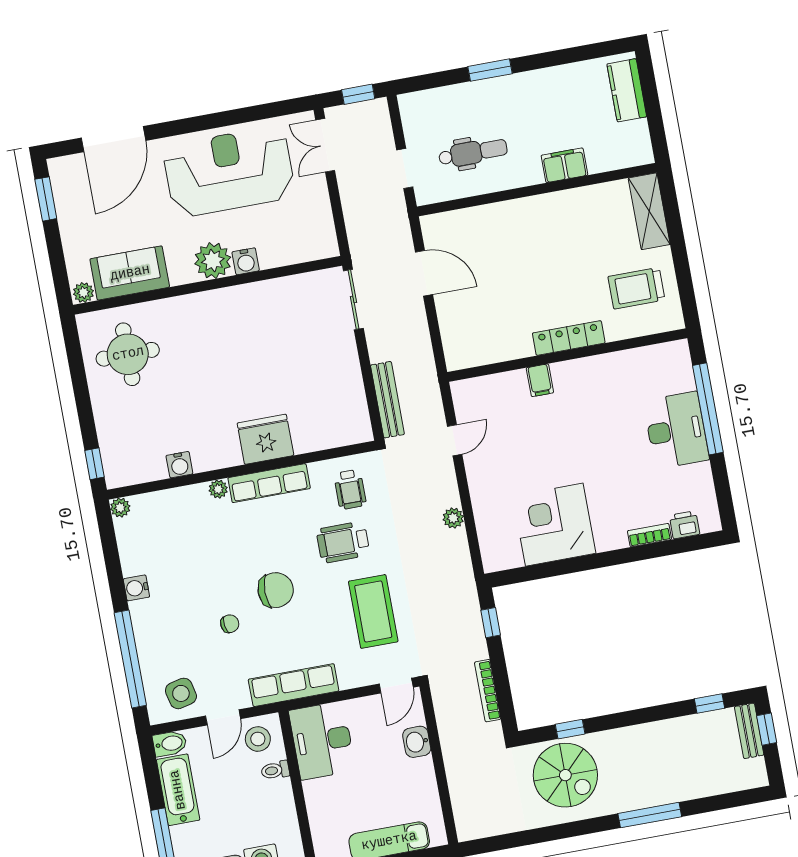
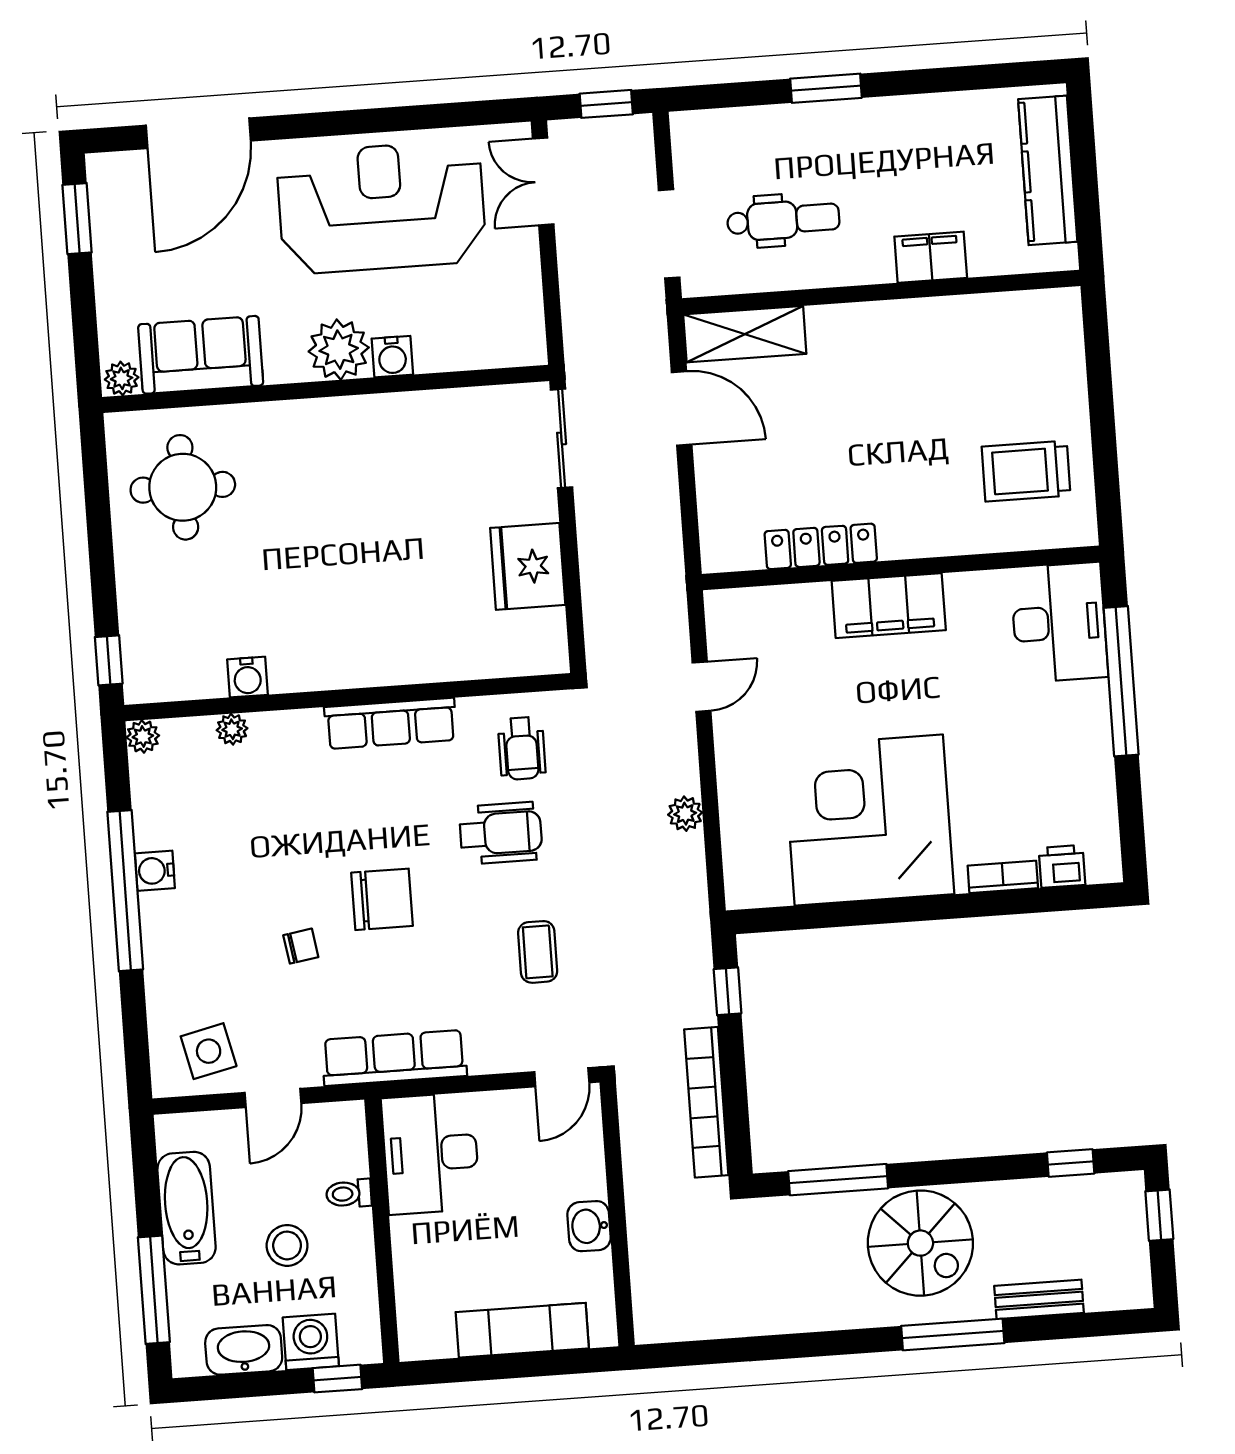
kitchen counter: (627, 90) -> (1048, 170), width x1.50
doorway: (405, 169) -> (669, 234), width x1.38
shelving: (649, 211) -> (745, 334), moved, turned 90
locker: (569, 338) -> (821, 546), moved
filing cabinet: (540, 380) -> (889, 606), width x3.00, depth x1.17
bench: (387, 400) -> (599, 608), removed
desk: (676, 430) -> (1059, 623), moved
fridge: (265, 439) -> (528, 566), moved, turned -90
plant: (218, 489) -> (232, 729), moved
corner desk: (554, 525) -> (869, 820), width x1.36, depth x1.36
wheelchair: (343, 542) -> (501, 833), turned 180
coffee table: (373, 611) -> (538, 952), width x0.54, depth x0.58
window: (130, 659) -> (125, 891), moved
bookcase: (488, 691) -> (706, 1102), width x1.48, depth x1.31
window: (570, 729) -> (838, 1180), width x2.17
bench: (749, 731) -> (1039, 1299), moved, turned 90
stool: (258, 739) -> (287, 1245), moved
washbasin: (417, 742) -> (589, 1226), moved
bidet: (170, 744) -> (181, 1131), removed
spiral stairs: (565, 775) -> (920, 1243), moved

